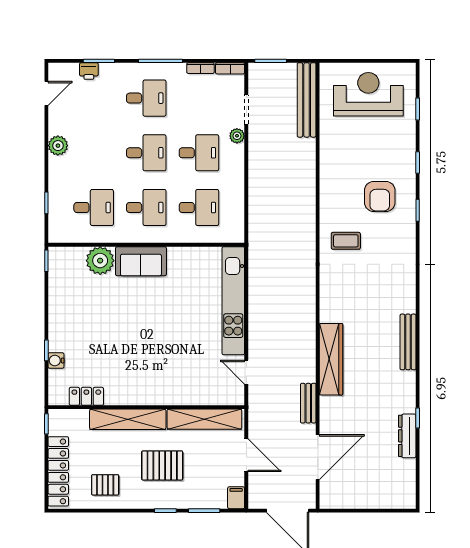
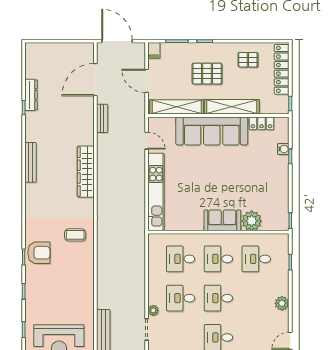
armchair: (380, 196) -> (39, 253), moved, turned 90
wardrobe: (331, 359) -> (86, 172), moved
sofa: (156, 386) -> (212, 131), added

